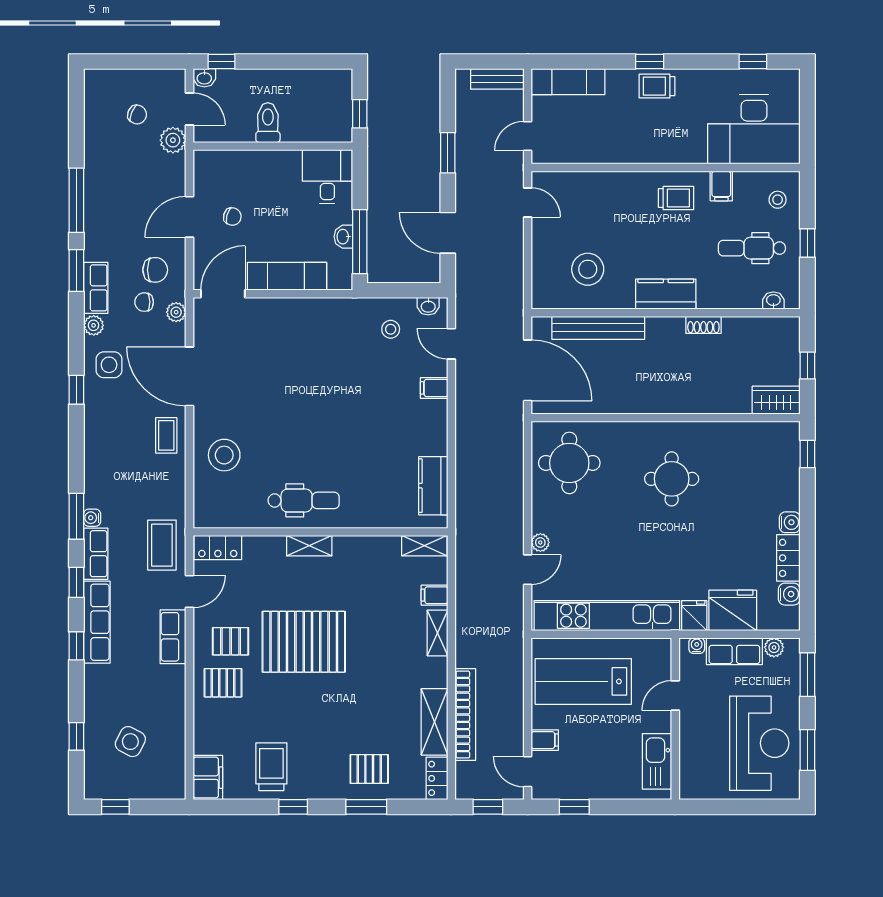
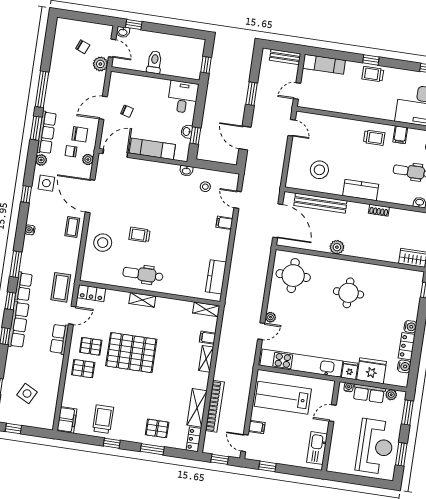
window: (360, 242) -> (195, 136), width x0.46
row of seats: (96, 288) -> (46, 133), width x1.48
washbasin: (428, 306) -> (186, 171), moved
plant: (639, 401) -> (337, 247), added
trolley: (287, 432) -> (140, 235), added
dental chair: (304, 500) -> (143, 274), turned 180
water cooler: (92, 518) -> (30, 230), moved

